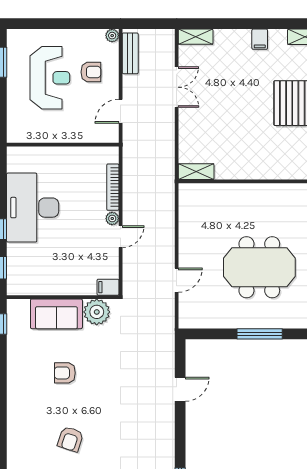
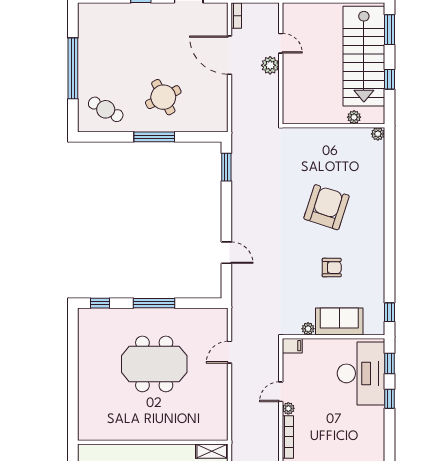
desk: (33, 208) -> (361, 373), moved
plant: (97, 312) -> (308, 329), width x0.53, depth x0.53
door: (180, 389) -> (226, 253), swing flipped
armchair: (70, 439) -> (327, 207), width x1.88, depth x1.88

